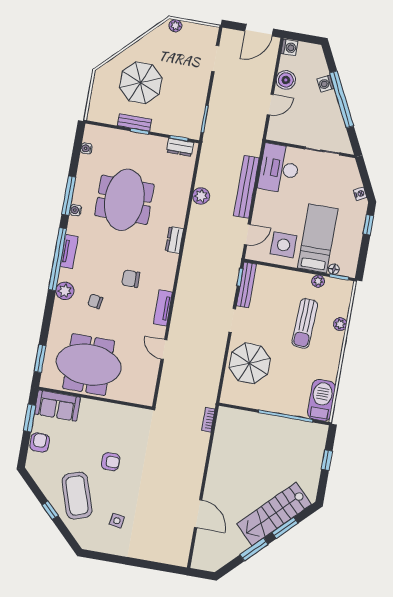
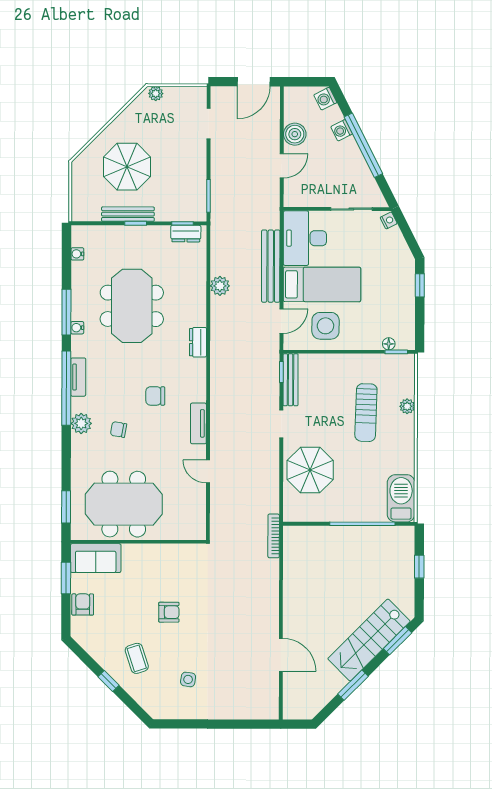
washing machine: (289, 48) -> (325, 99), moved, turned 153
bench: (135, 123) -> (128, 214), width x1.36
nightstand: (360, 194) -> (389, 220), moved
bed: (318, 238) -> (322, 284), moved, turned 90
plant: (318, 281) -> (373, 361), removed
bookcase: (208, 420) -> (274, 536), width x1.56
coffee table: (77, 496) -> (137, 658), width x0.54, depth x0.58
window: (285, 528) -> (398, 641), moved

